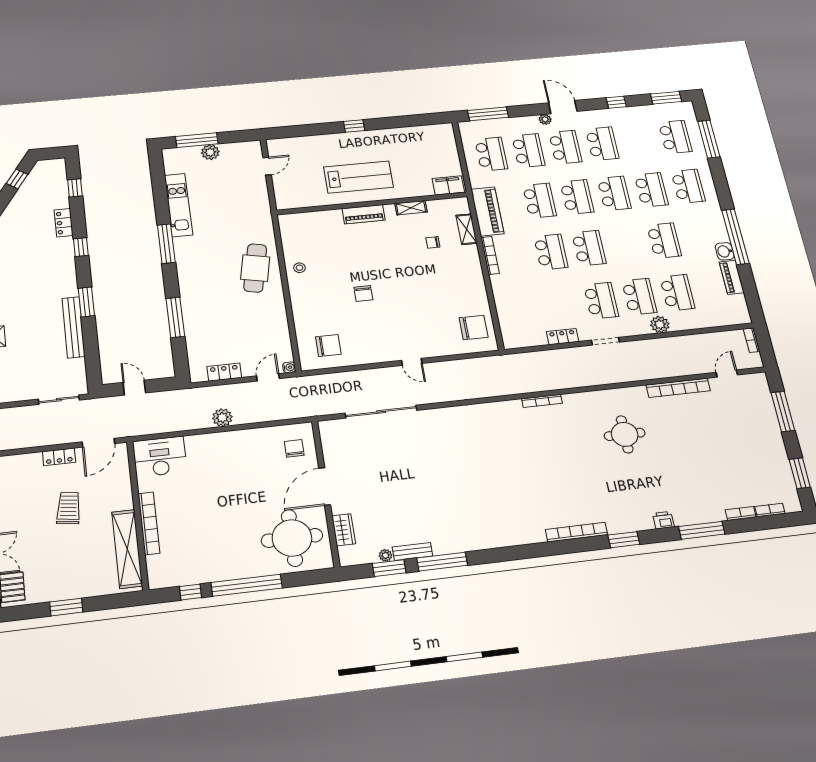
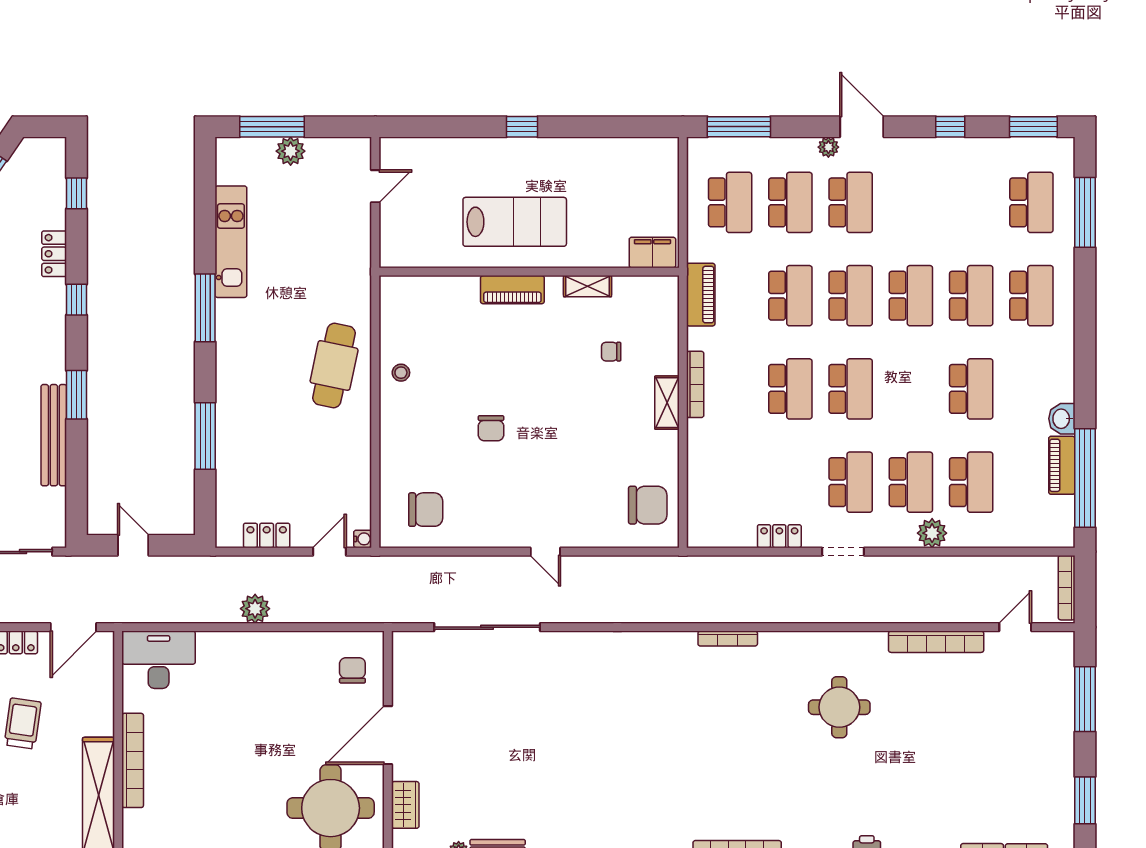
school desk: (602, 144) -> (911, 202), removed
piano: (487, 211) -> (701, 295), width x0.73, depth x0.75
shelving: (466, 229) -> (667, 403), moved
window: (735, 237) -> (1085, 478), moved
bookcase: (752, 340) -> (1067, 588), width x1.56

